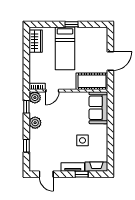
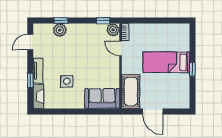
wardrobe: (36, 41) -> (174, 31), removed
plant: (35, 123) -> (60, 30), moved

